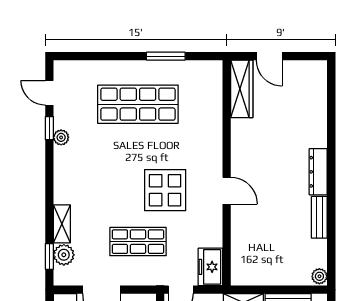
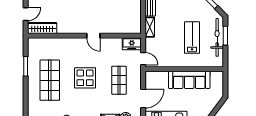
display table: (165, 190) -> (85, 78), moved
door: (227, 191) -> (93, 36), swing flipped

